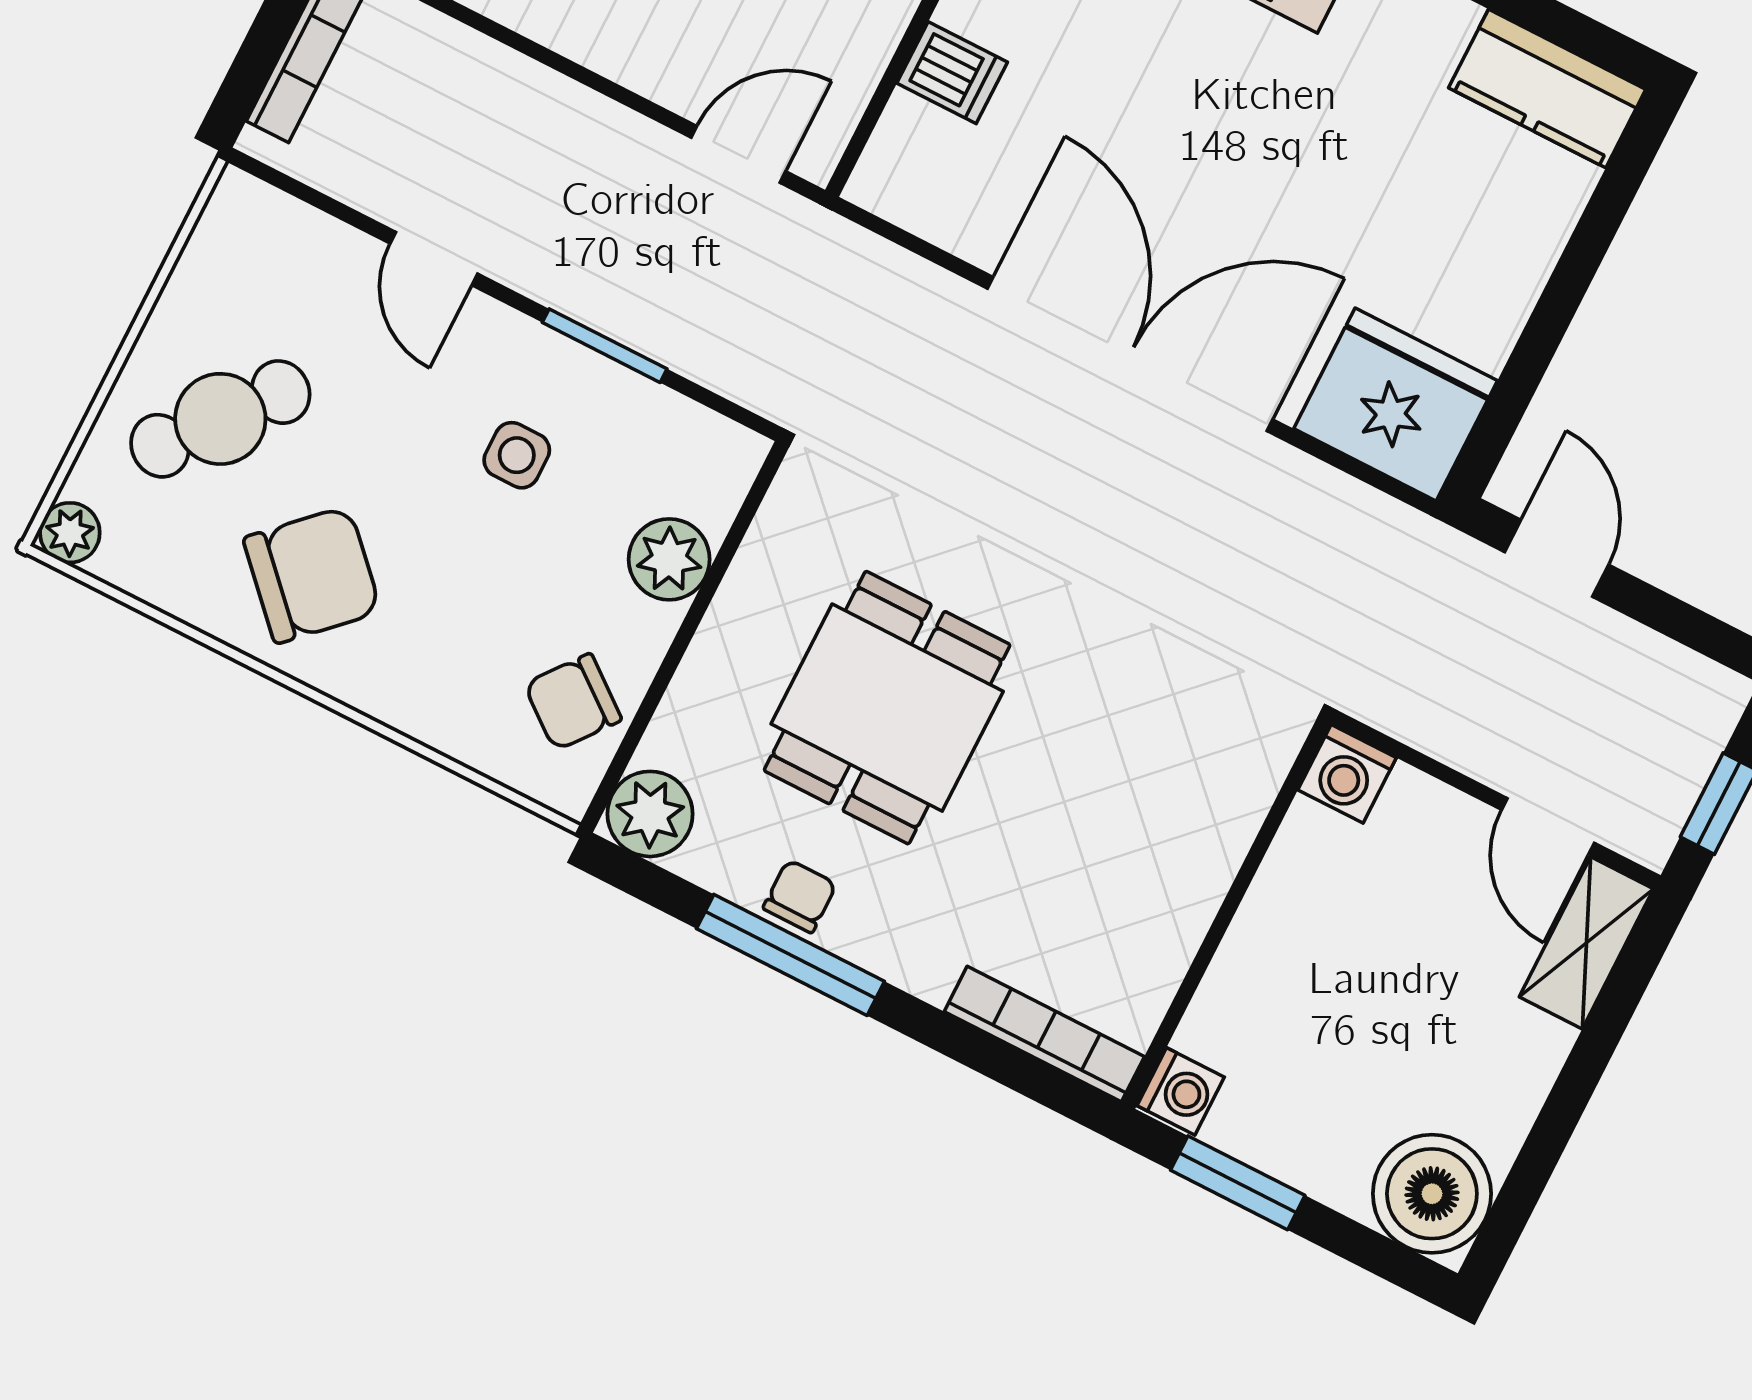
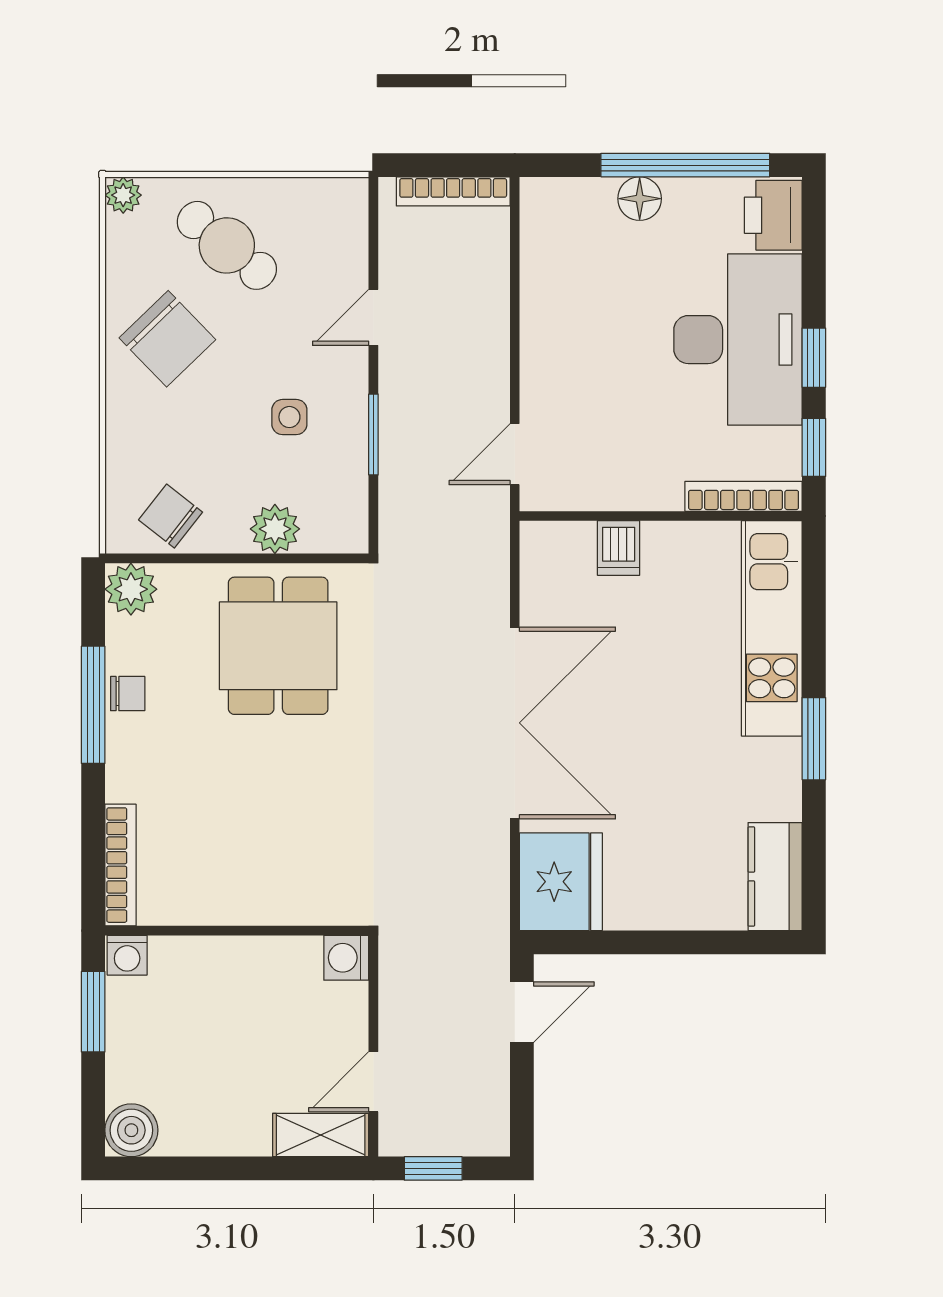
door: (738, 154) -> (515, 454), swing flipped
dining table: (887, 708) -> (278, 646), moved, turned 90
boiler: (1432, 1194) -> (131, 1130), width x0.73, depth x0.73

